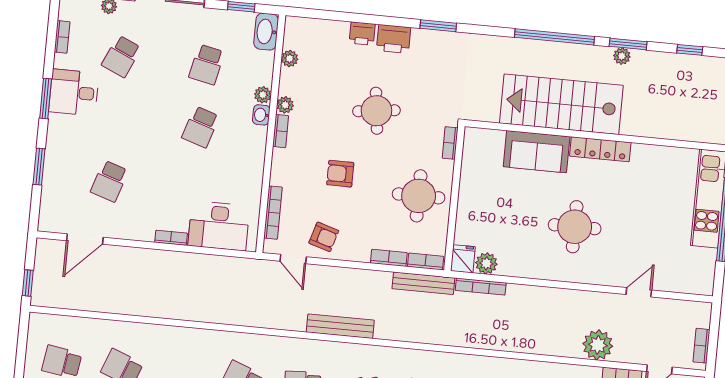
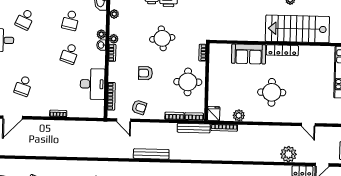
stairs: (561, 104) -> (297, 29), moved
desk: (219, 226) -> (93, 84), moved, turned -90
plant: (486, 263) -> (239, 115), moved
door: (639, 292) -> (308, 125), swing flipped

